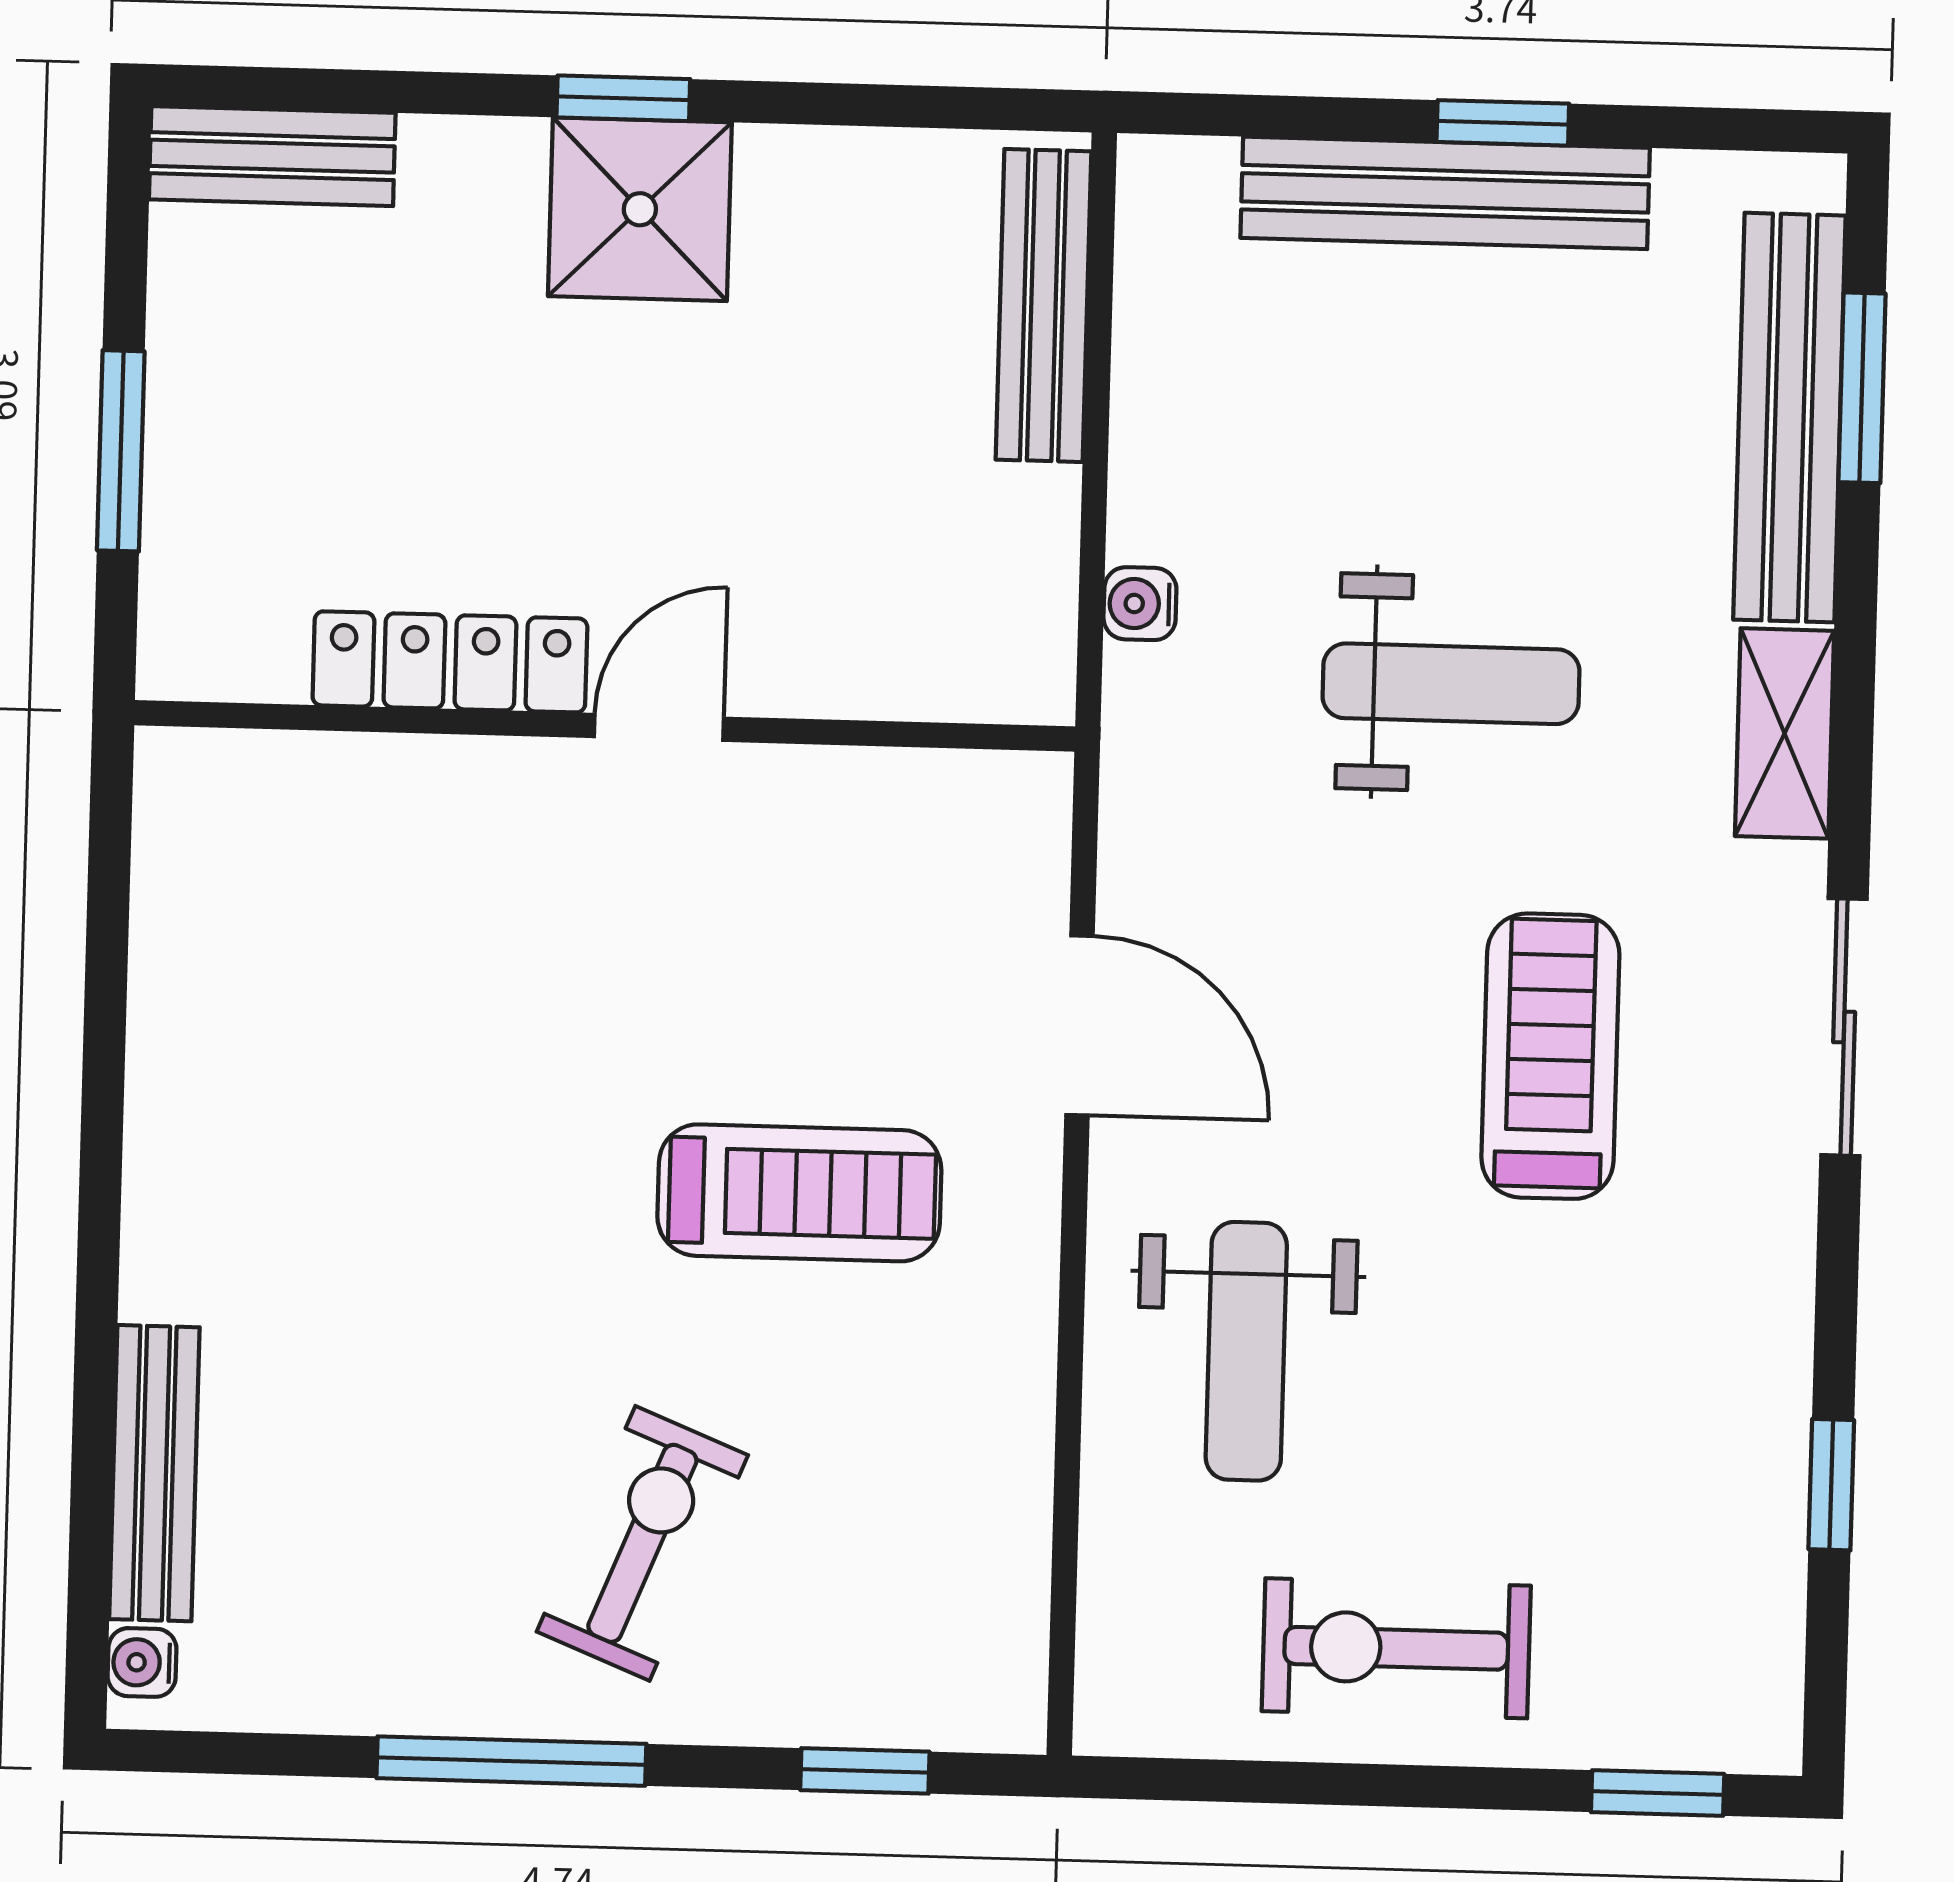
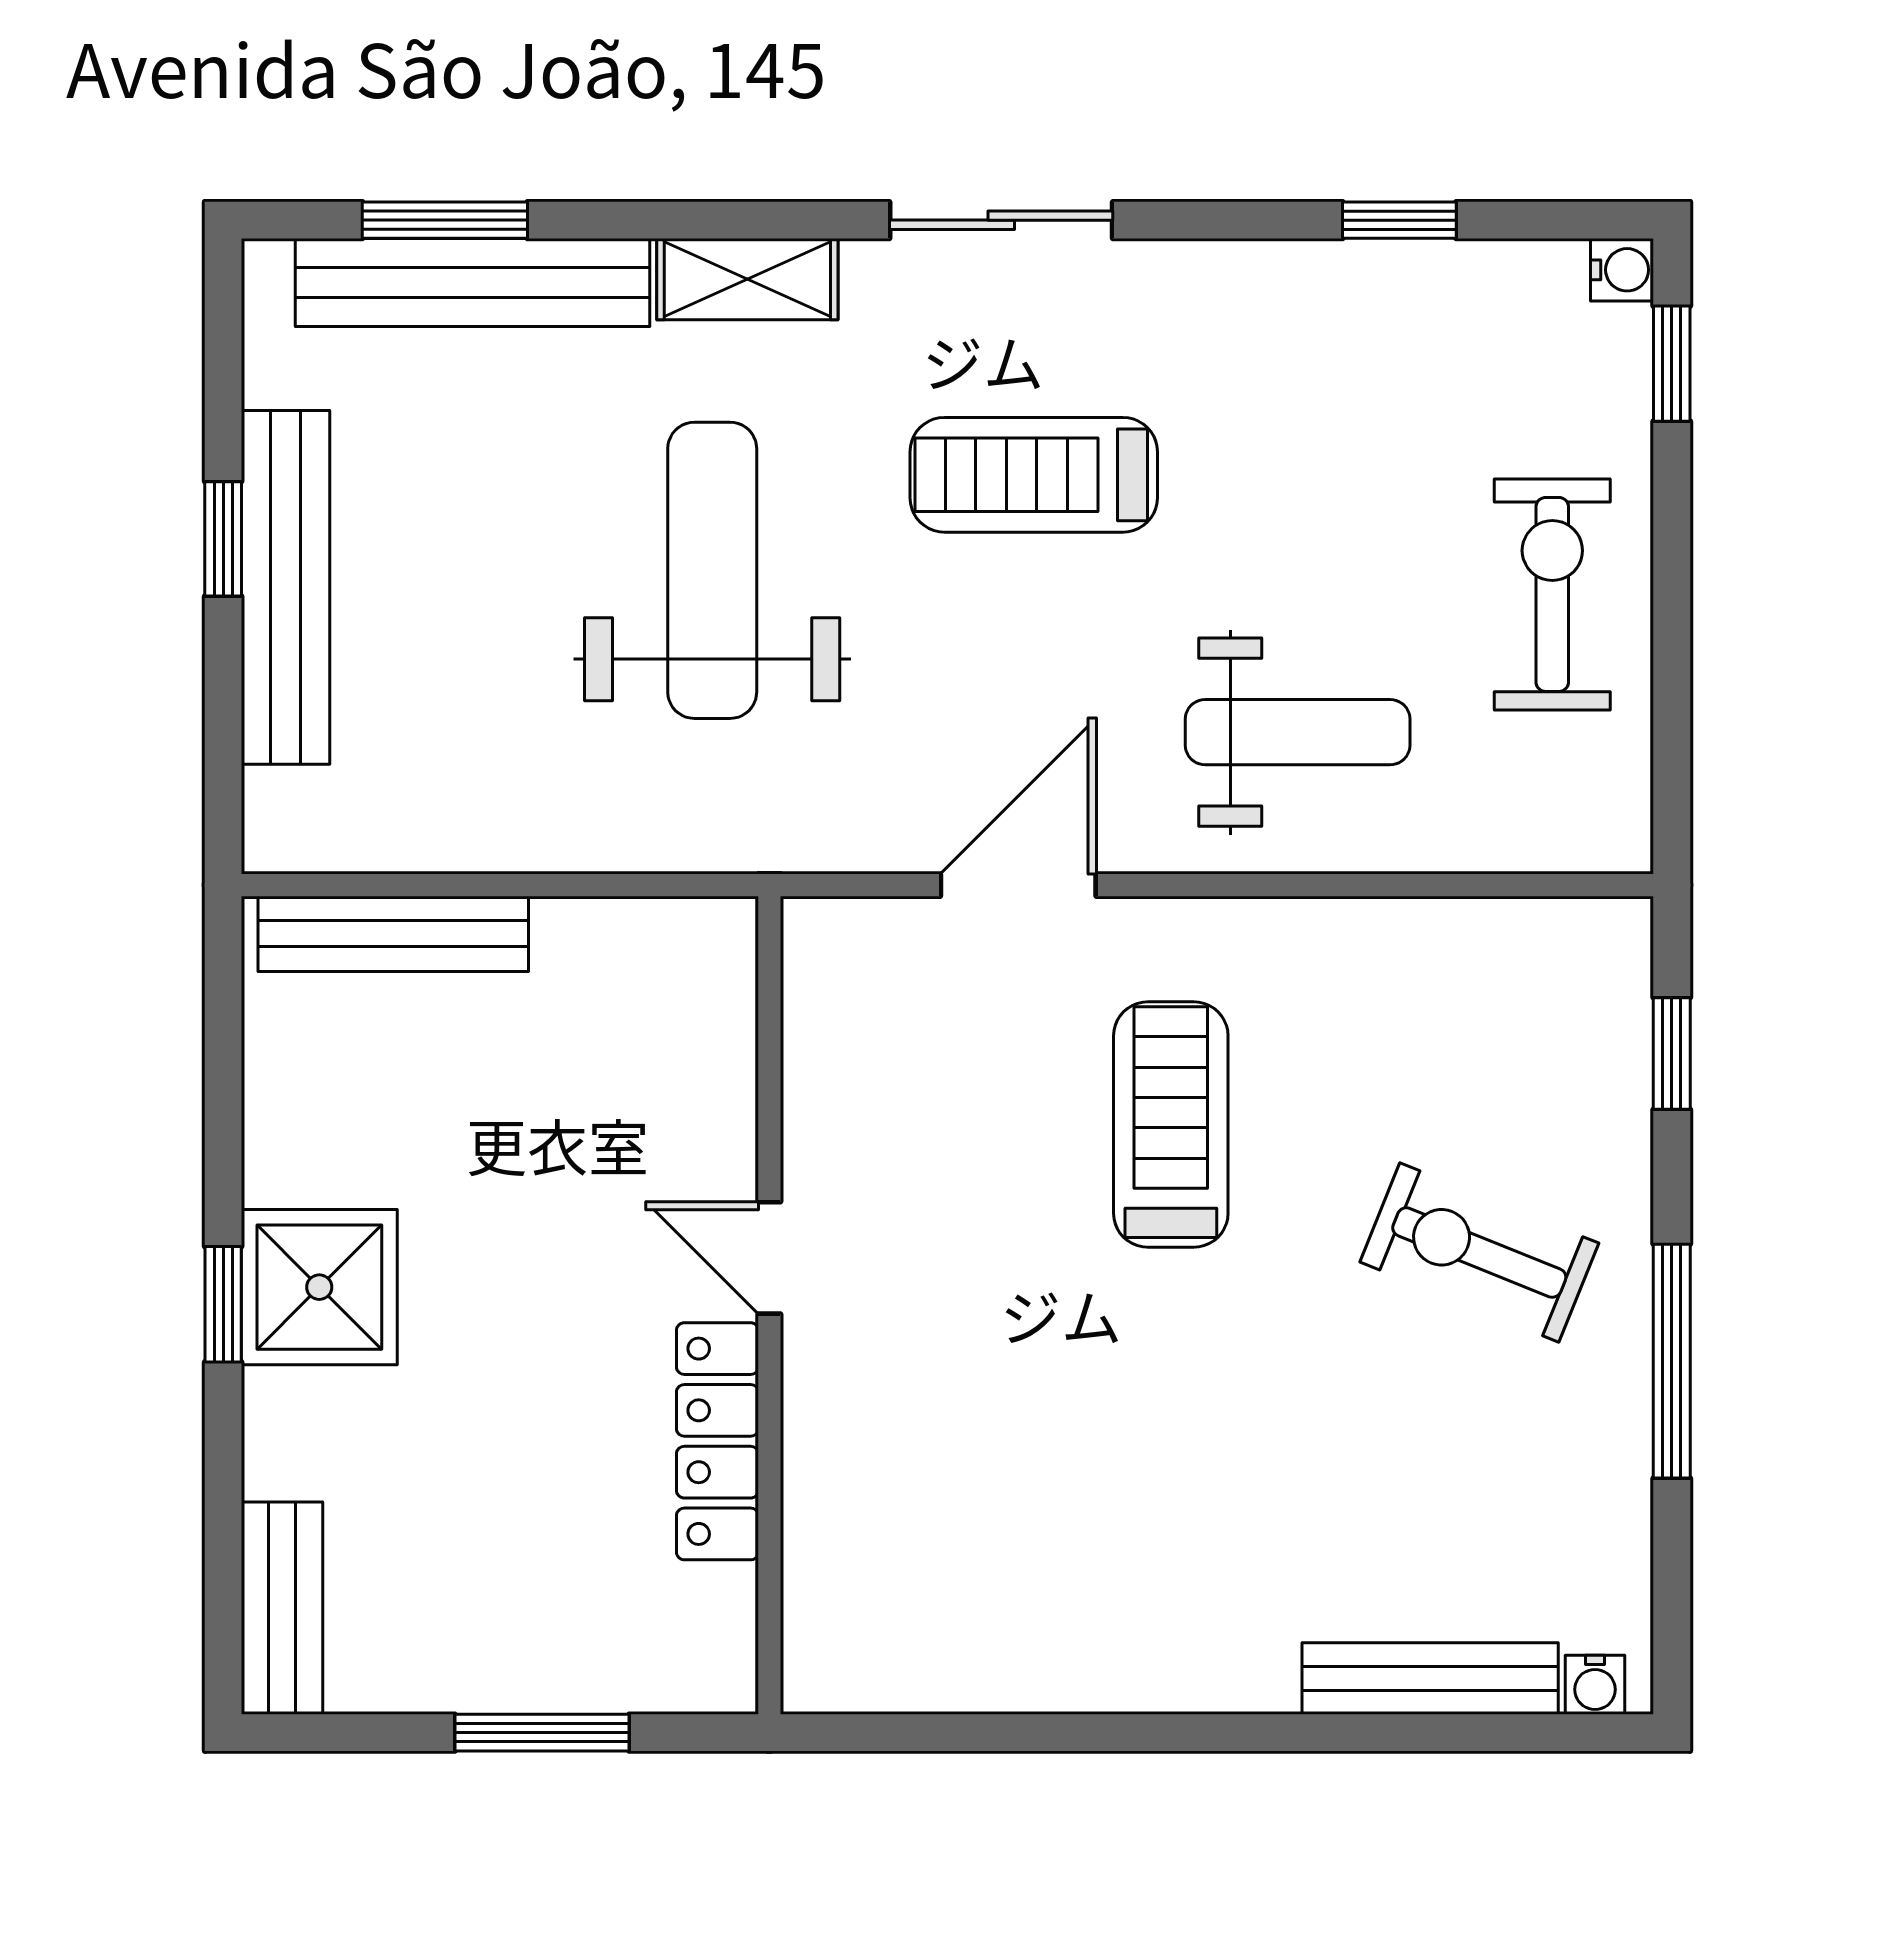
water cooler: (1140, 604) -> (1622, 270), moved, turned -90
weight bench: (1451, 684) -> (712, 570), width x1.36, depth x1.33
exercise bike: (1396, 1648) -> (1552, 594), turned 180

